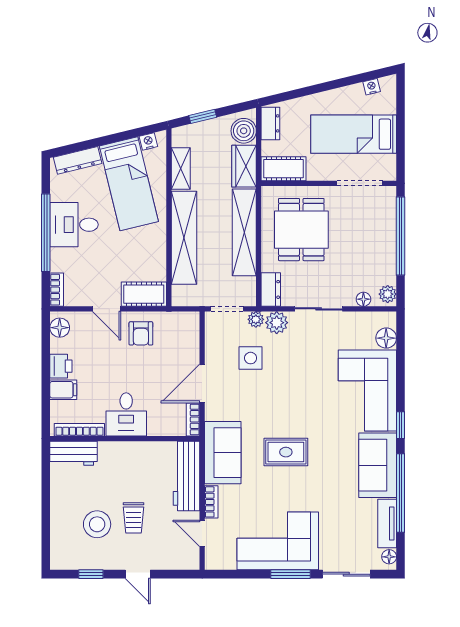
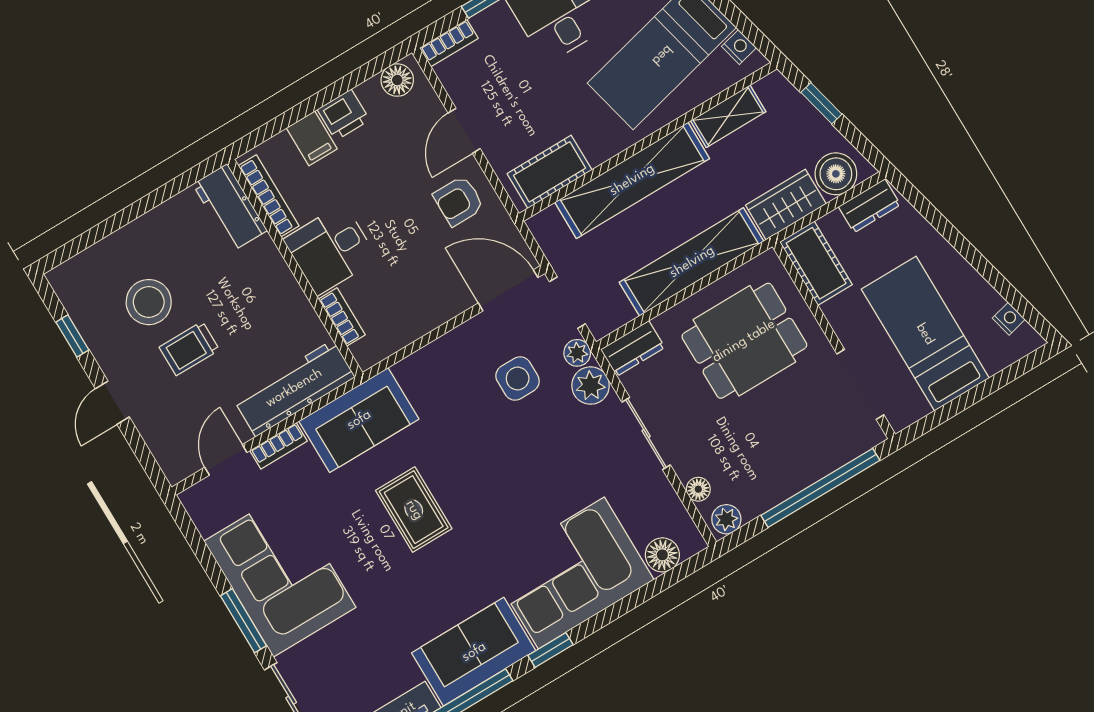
cot: (144, 294) -> (550, 172), moved, turned 90
door: (202, 383) -> (508, 290), moved
bookcase: (193, 420) -> (342, 317), moved, turned 90

